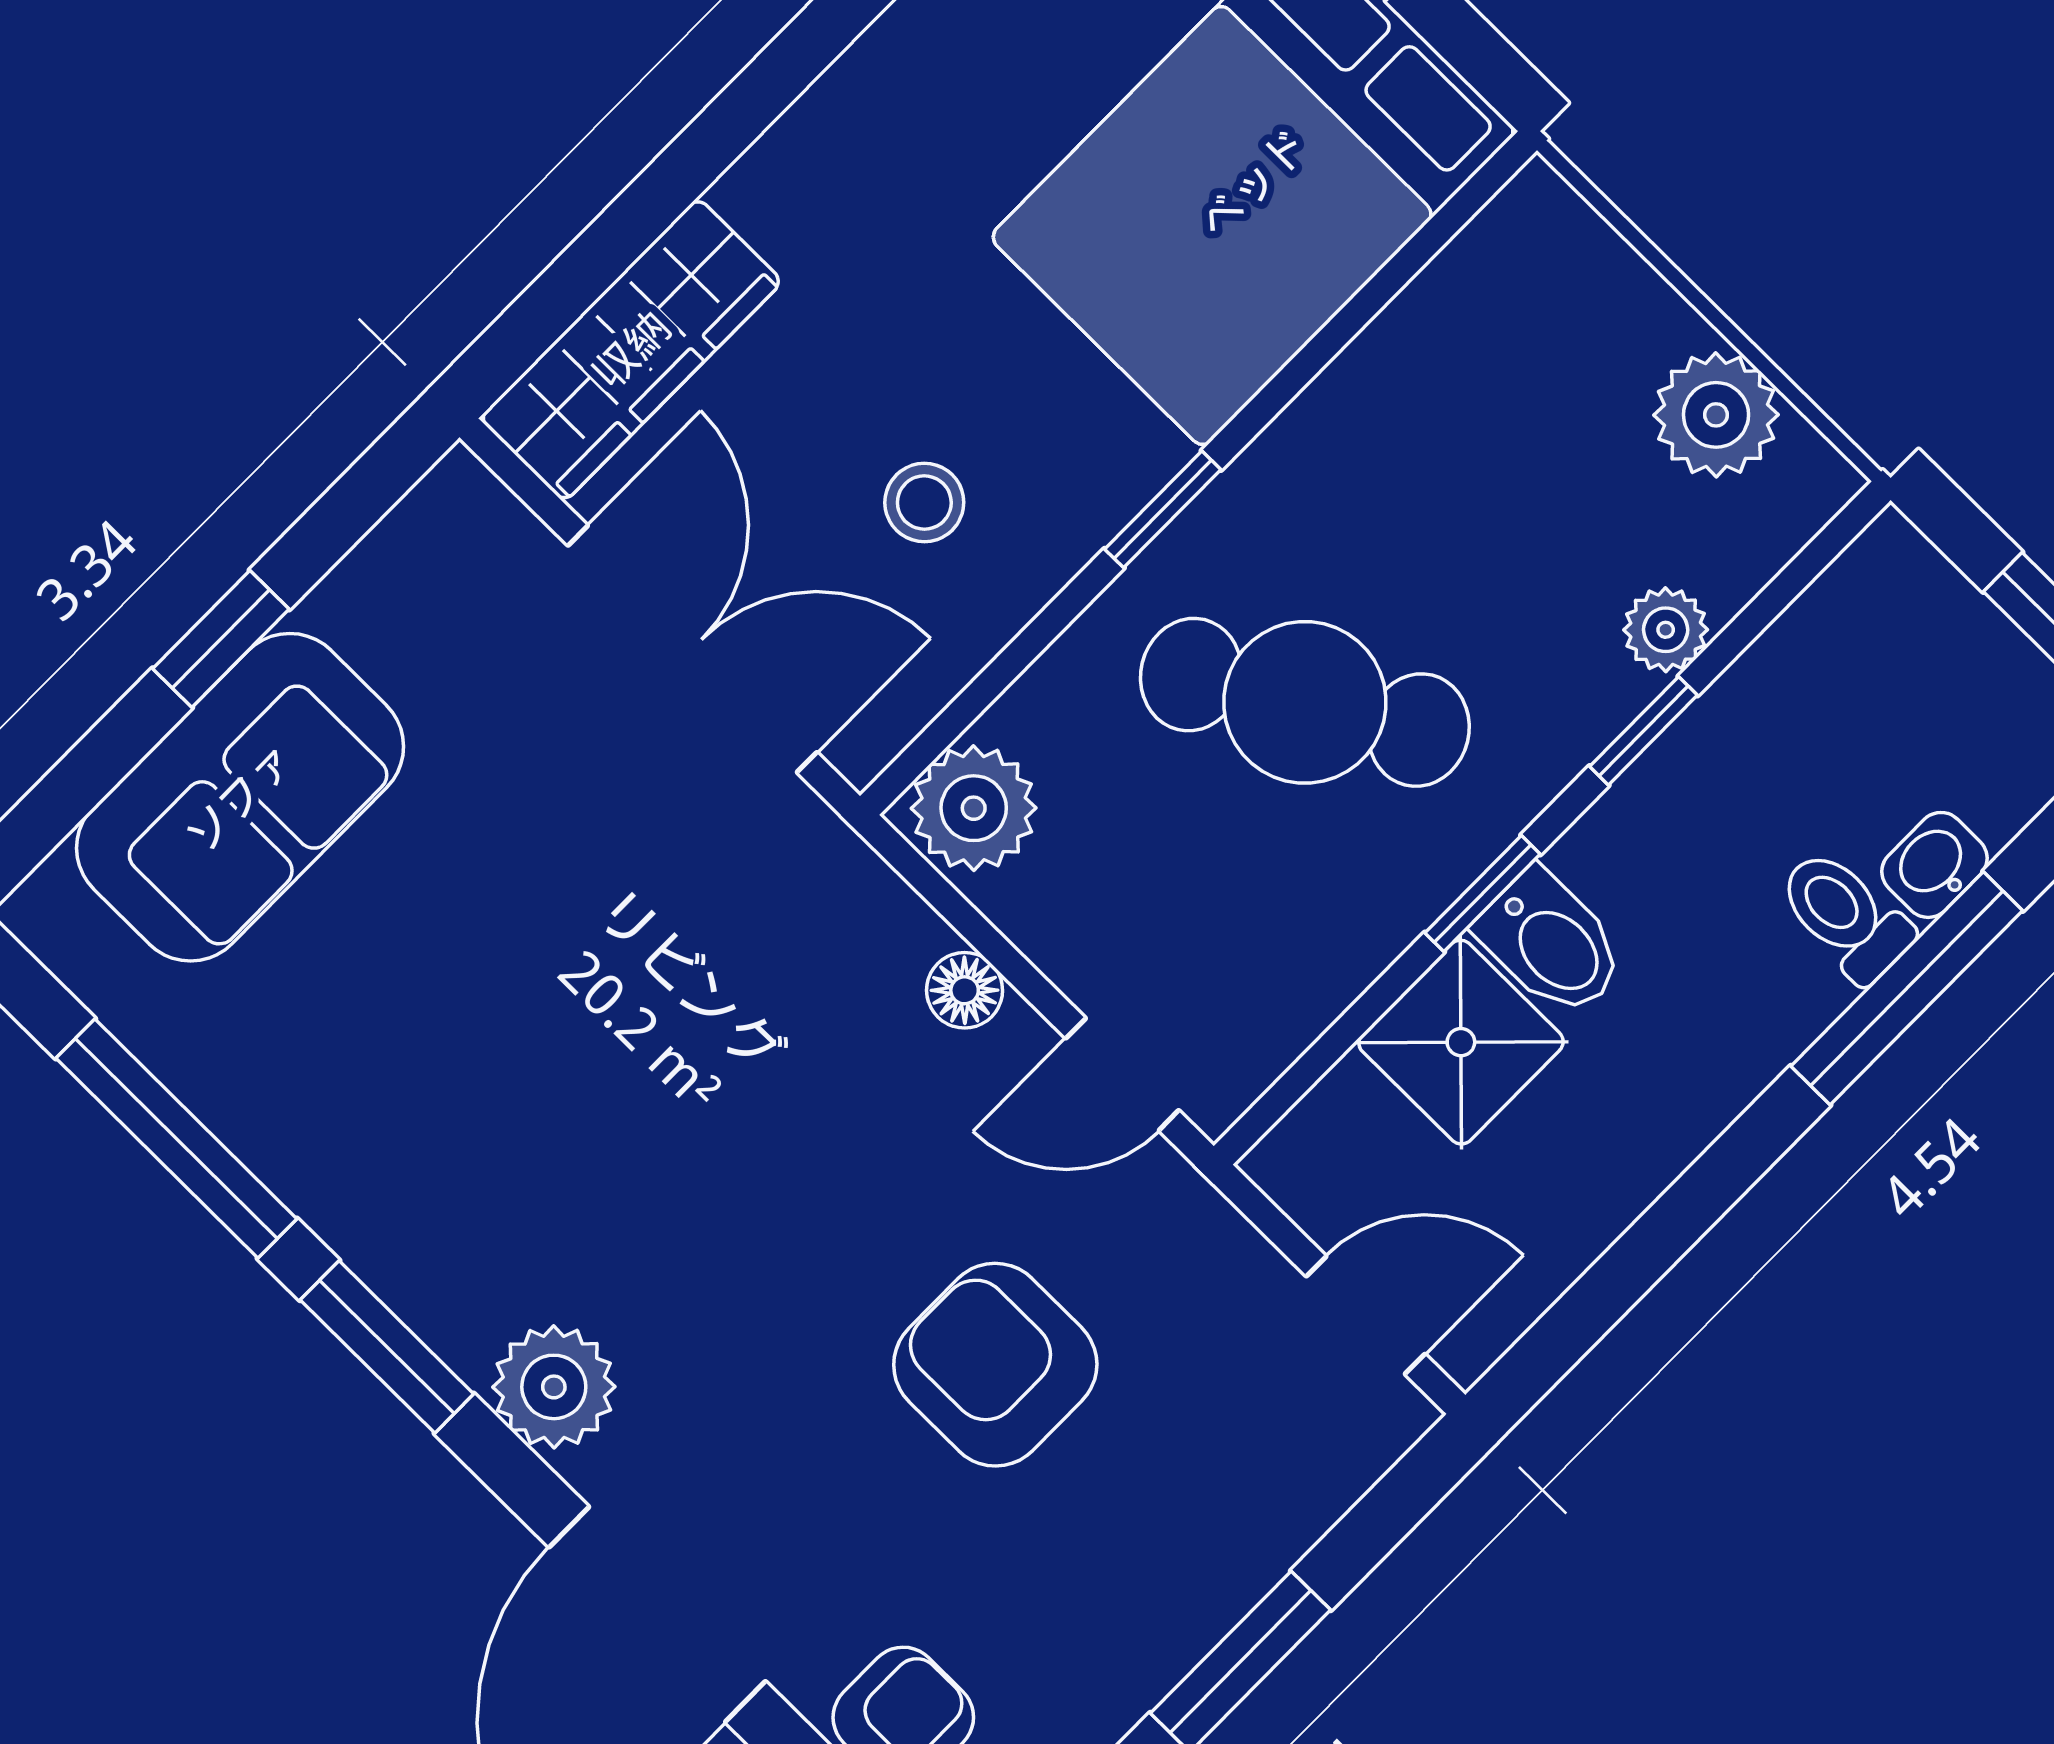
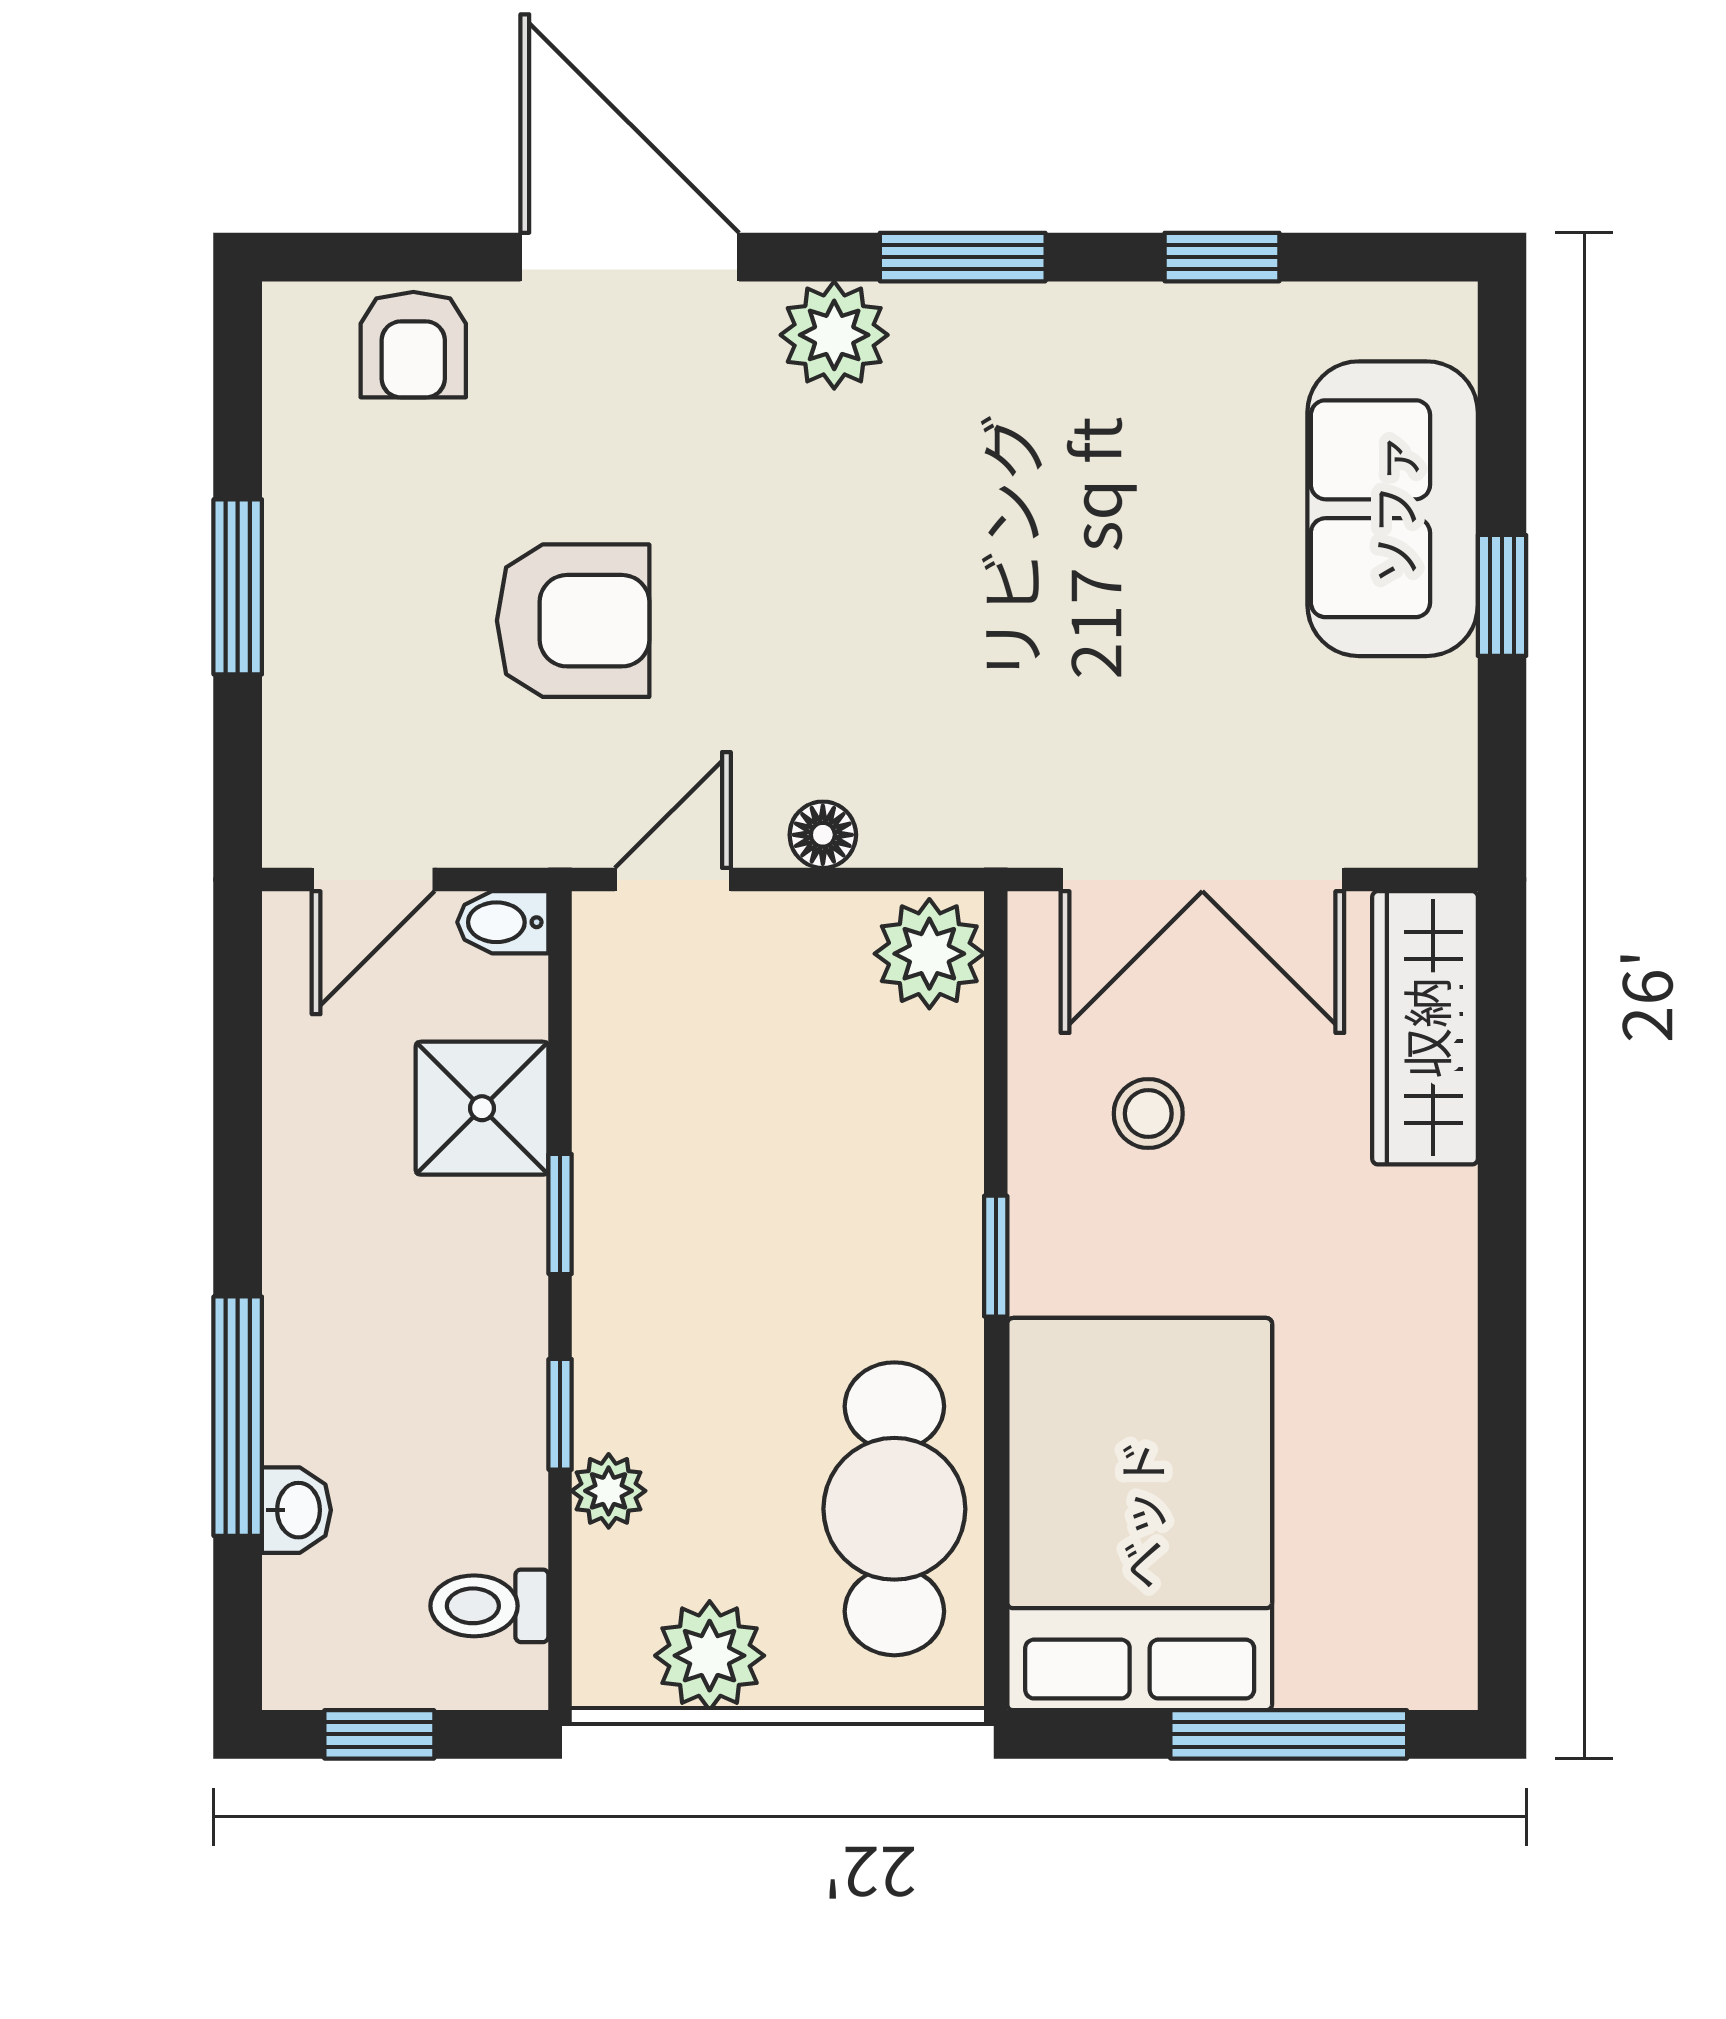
cafe table: (1305, 702) -> (894, 1509), moved, turned -59
toilet: (1845, 916) -> (489, 1606), moved, turned 180
bidet: (1551, 944) -> (503, 922), moved, width x0.72, depth x0.74
window: (176, 1139) -> (1222, 257), width x0.46

